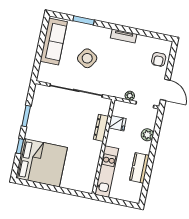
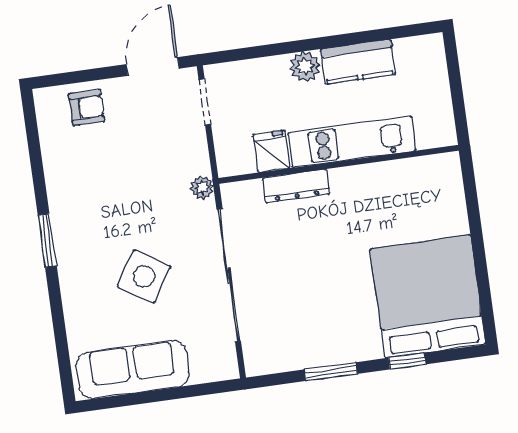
window: (84, 20) -> (47, 241), moved
tv unit: (124, 36) -> (61, 210), removed
plant: (130, 96) -> (202, 188), moved
plant: (147, 135) -> (305, 67), moved
kitchen unit: (107, 171) -> (352, 142), moved

